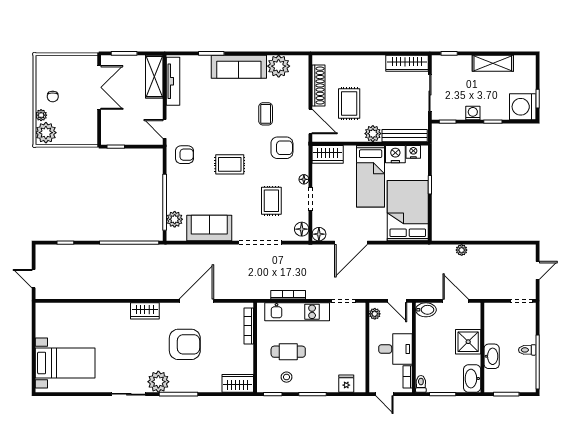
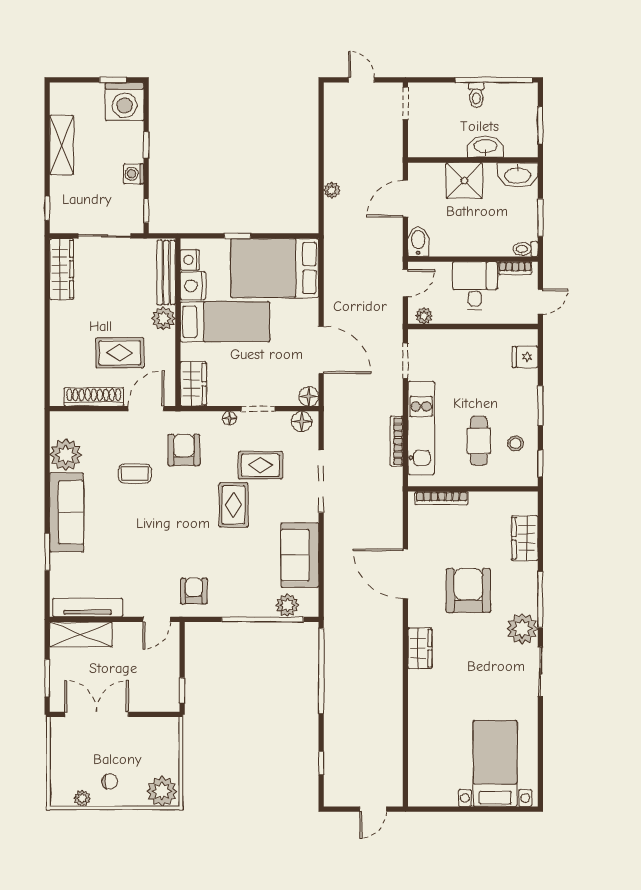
plant: (41, 115) -> (82, 798), moved
rug: (230, 164) -> (234, 505), moved
wardrobe: (238, 383) -> (525, 538), moved

